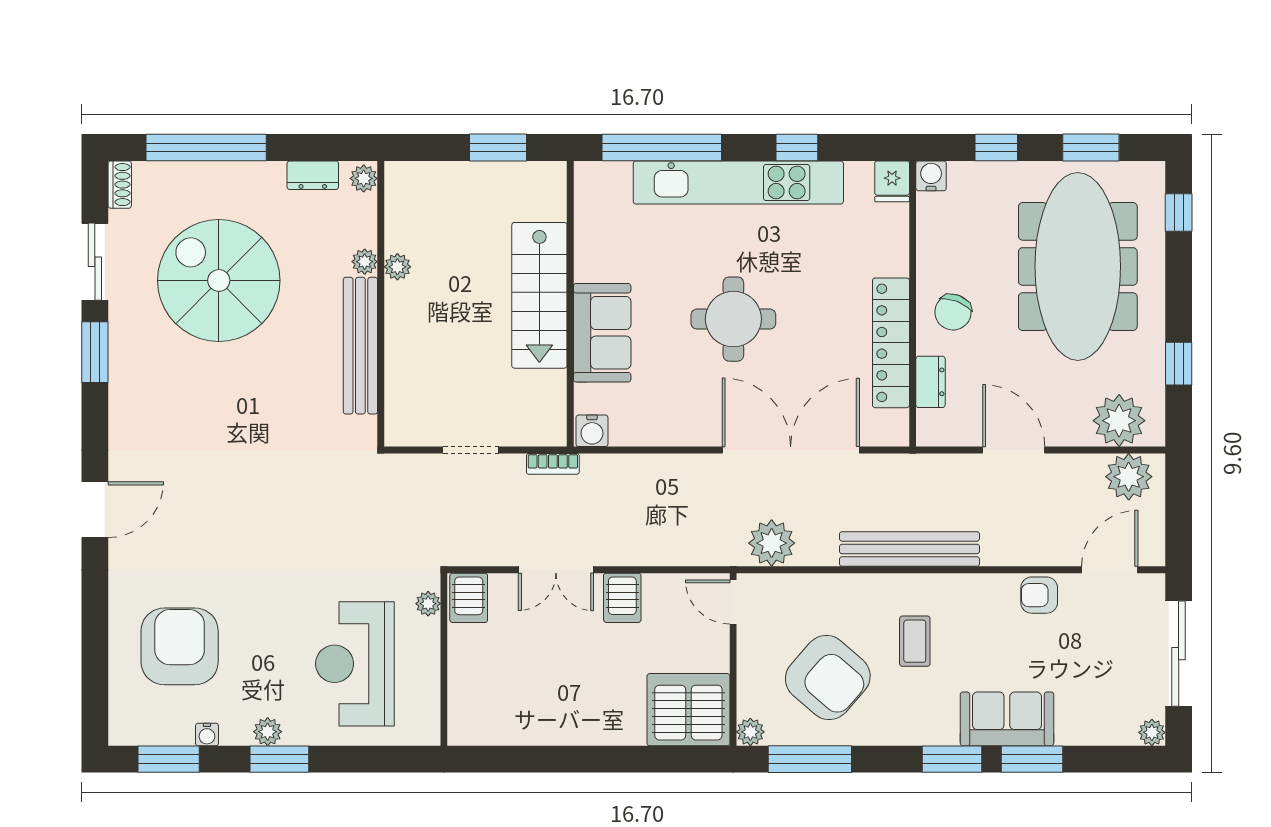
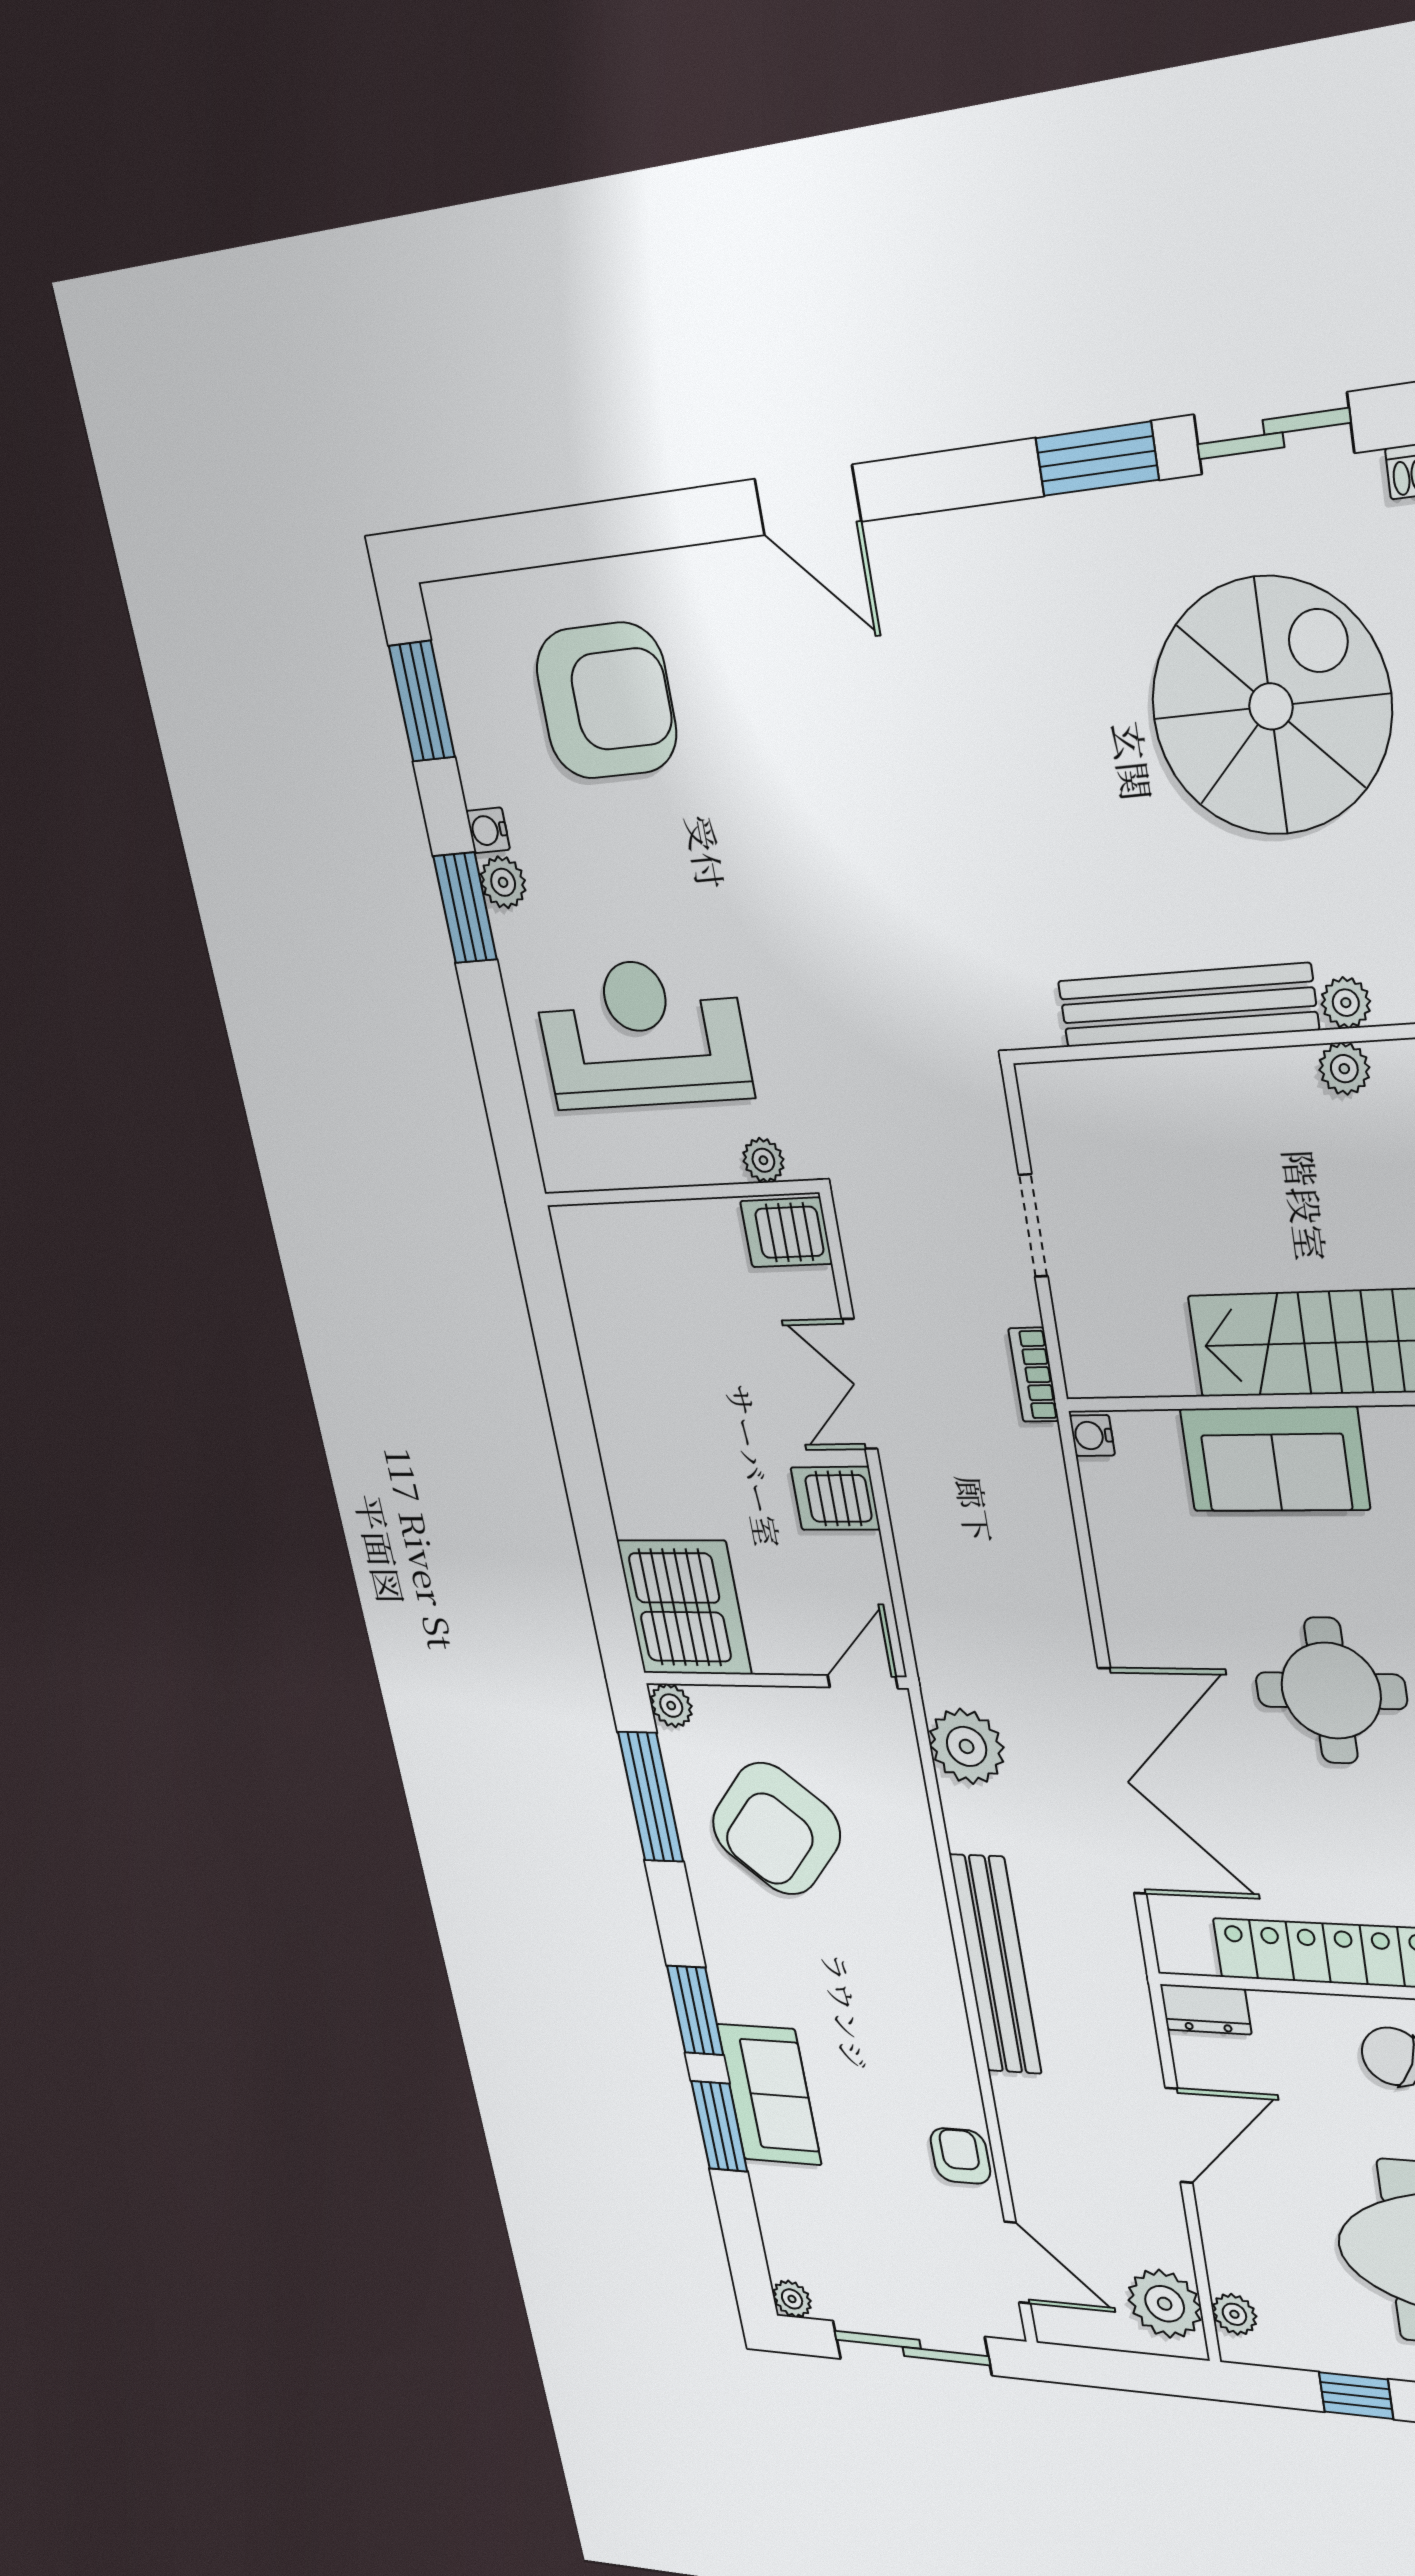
dresser: (930, 382) -> (1206, 2009), moved
plant: (1119, 421) -> (1234, 2314), width x0.53, depth x0.53
water cooler: (592, 431) -> (1092, 1435), width x0.72, depth x0.72
coffee table: (915, 641) -> (856, 1965), removed
water cooler: (207, 734) -> (488, 830), moved

